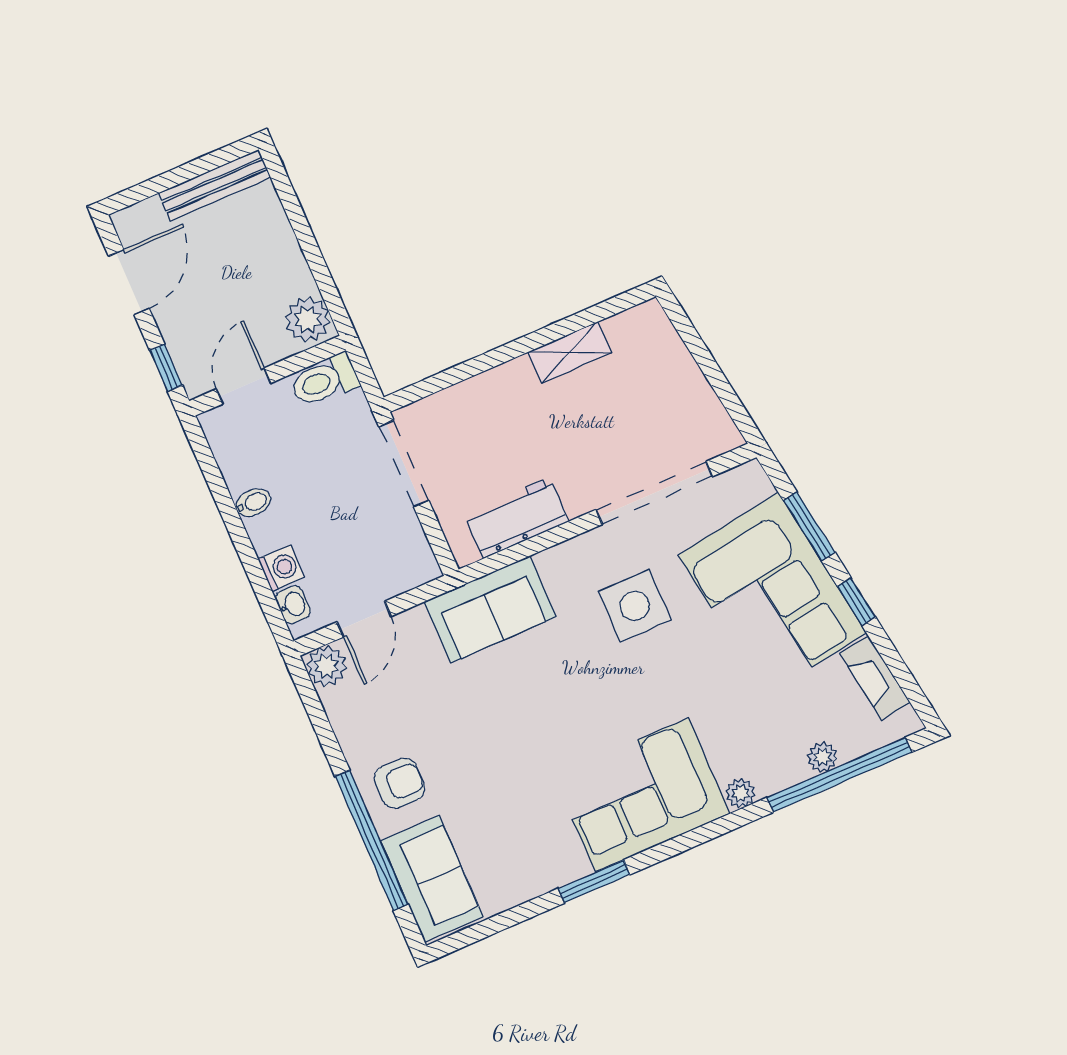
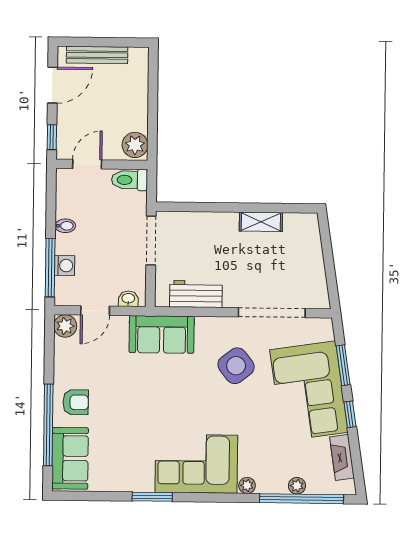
bench: (215, 185) -> (97, 55), moved
window: (259, 582) -> (50, 268), added
washbasin: (293, 605) -> (128, 299), moved, turned -90
side table: (635, 606) -> (236, 366), turned -38

